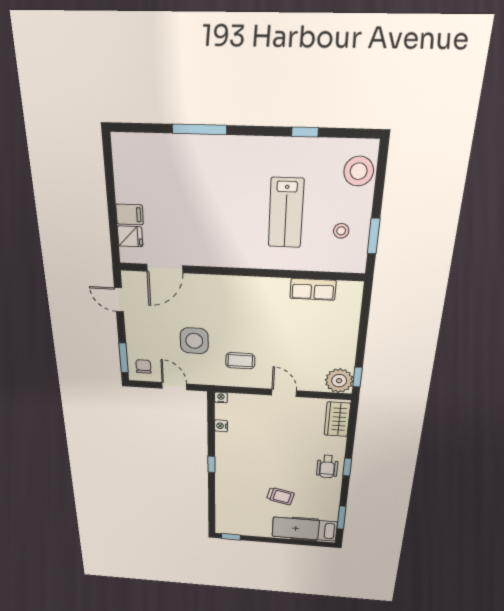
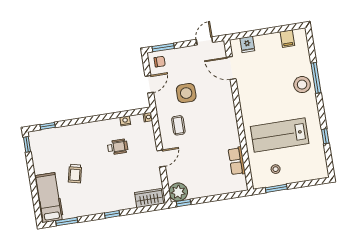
stool: (359, 171) -> (302, 85), moved
lab bench: (286, 213) -> (280, 135), width x1.36, depth x1.39
filing cabinet: (130, 214) -> (287, 39), moved
window: (211, 464) -> (48, 126), moved
wheelchair: (327, 467) -> (118, 147), moved, turned 180

